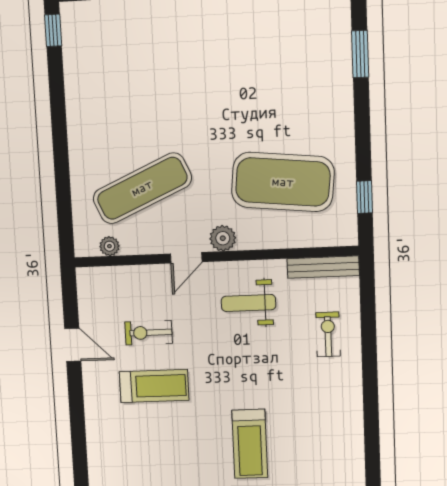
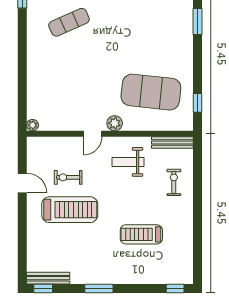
exercise mat: (142, 188) -> (69, 22), moved, width x0.73, depth x0.69
plant: (109, 246) -> (33, 125), moved
treadmill: (154, 386) -> (70, 210), width x1.37, depth x1.38
treadmill: (250, 444) -> (141, 234), moved, turned 90

